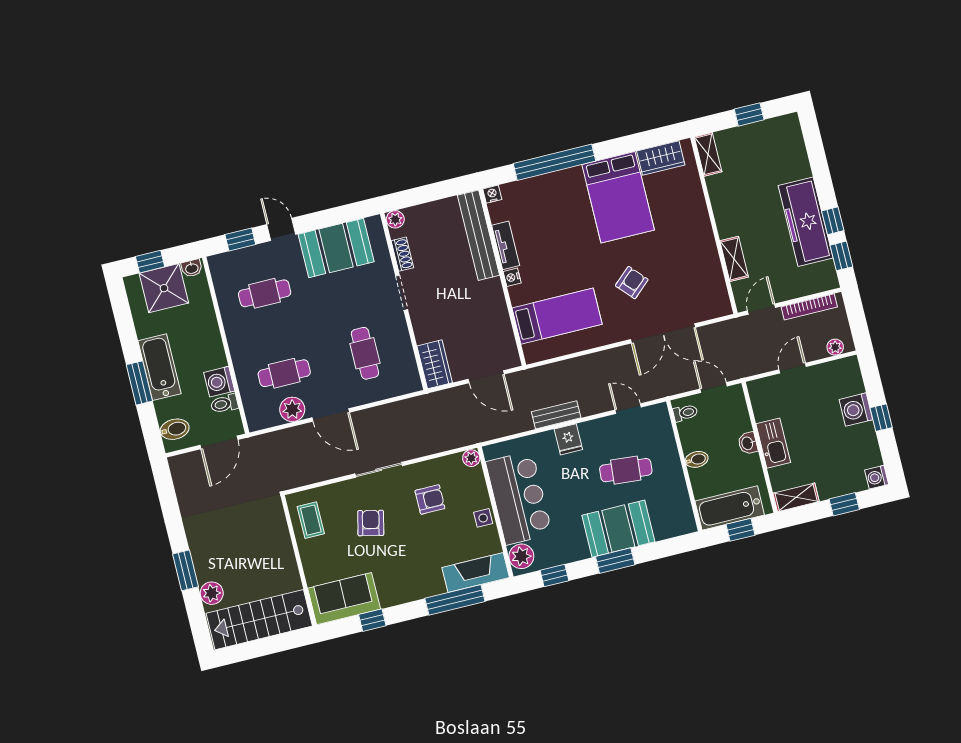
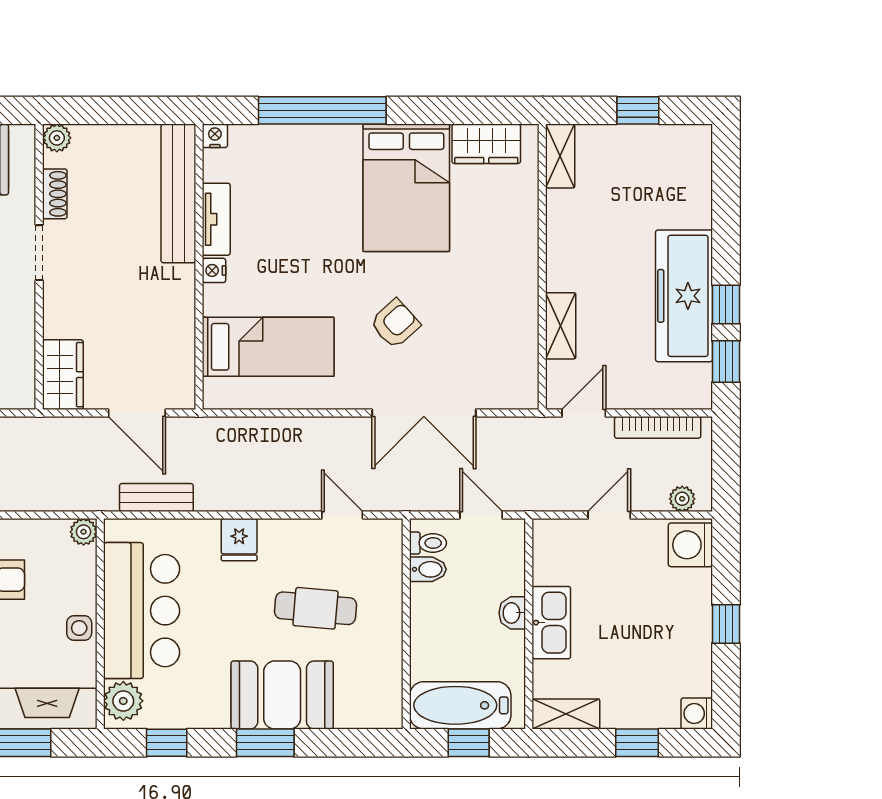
washing machine: (856, 410) -> (690, 545), moved
bench: (556, 415) -> (156, 498), moved
bidet: (697, 459) -> (428, 569), moved

